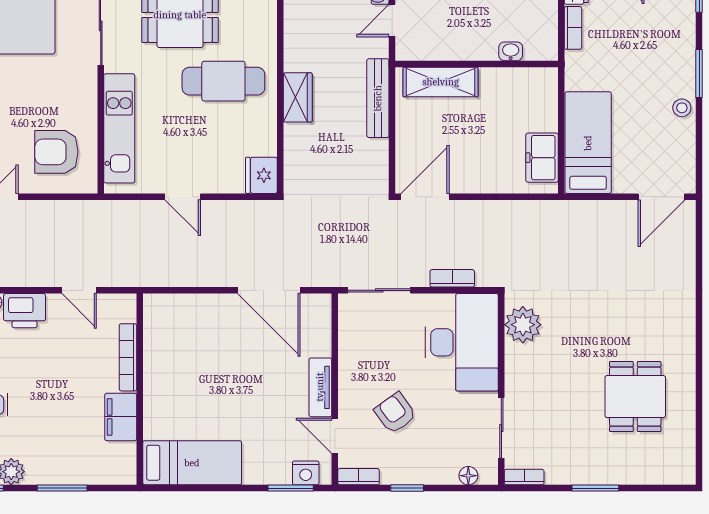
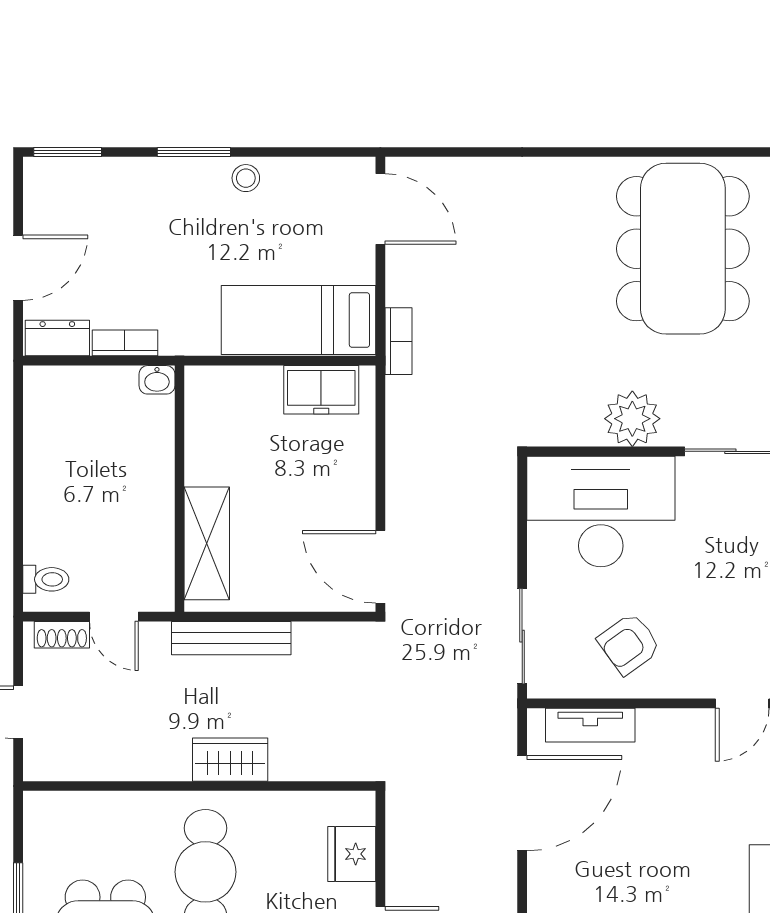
washbasin: (511, 51) -> (157, 380), moved, turned -90
fridge: (261, 175) -> (352, 854), moved, turned 90
bookcase: (452, 278) -> (398, 341), moved, turned 180
plant: (523, 325) -> (632, 419), moved
tv unit: (320, 387) -> (590, 725), moved
dining table: (635, 397) -> (683, 249), width x1.88, depth x1.24
armchair: (395, 413) -> (629, 644), moved

